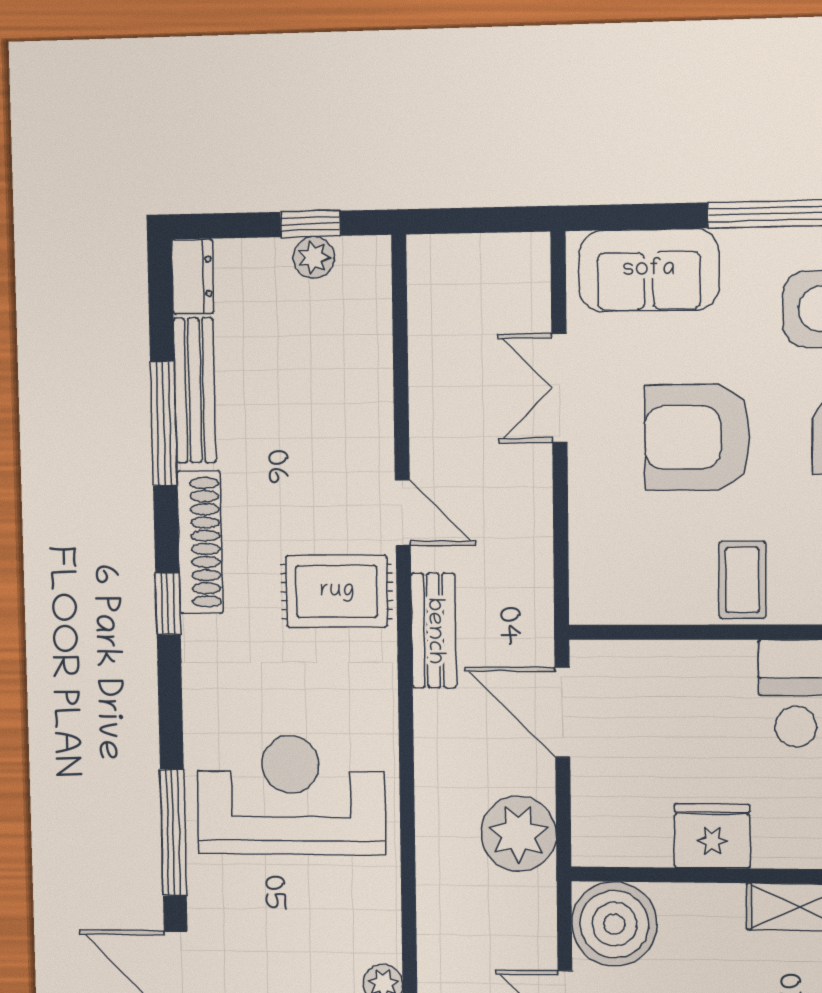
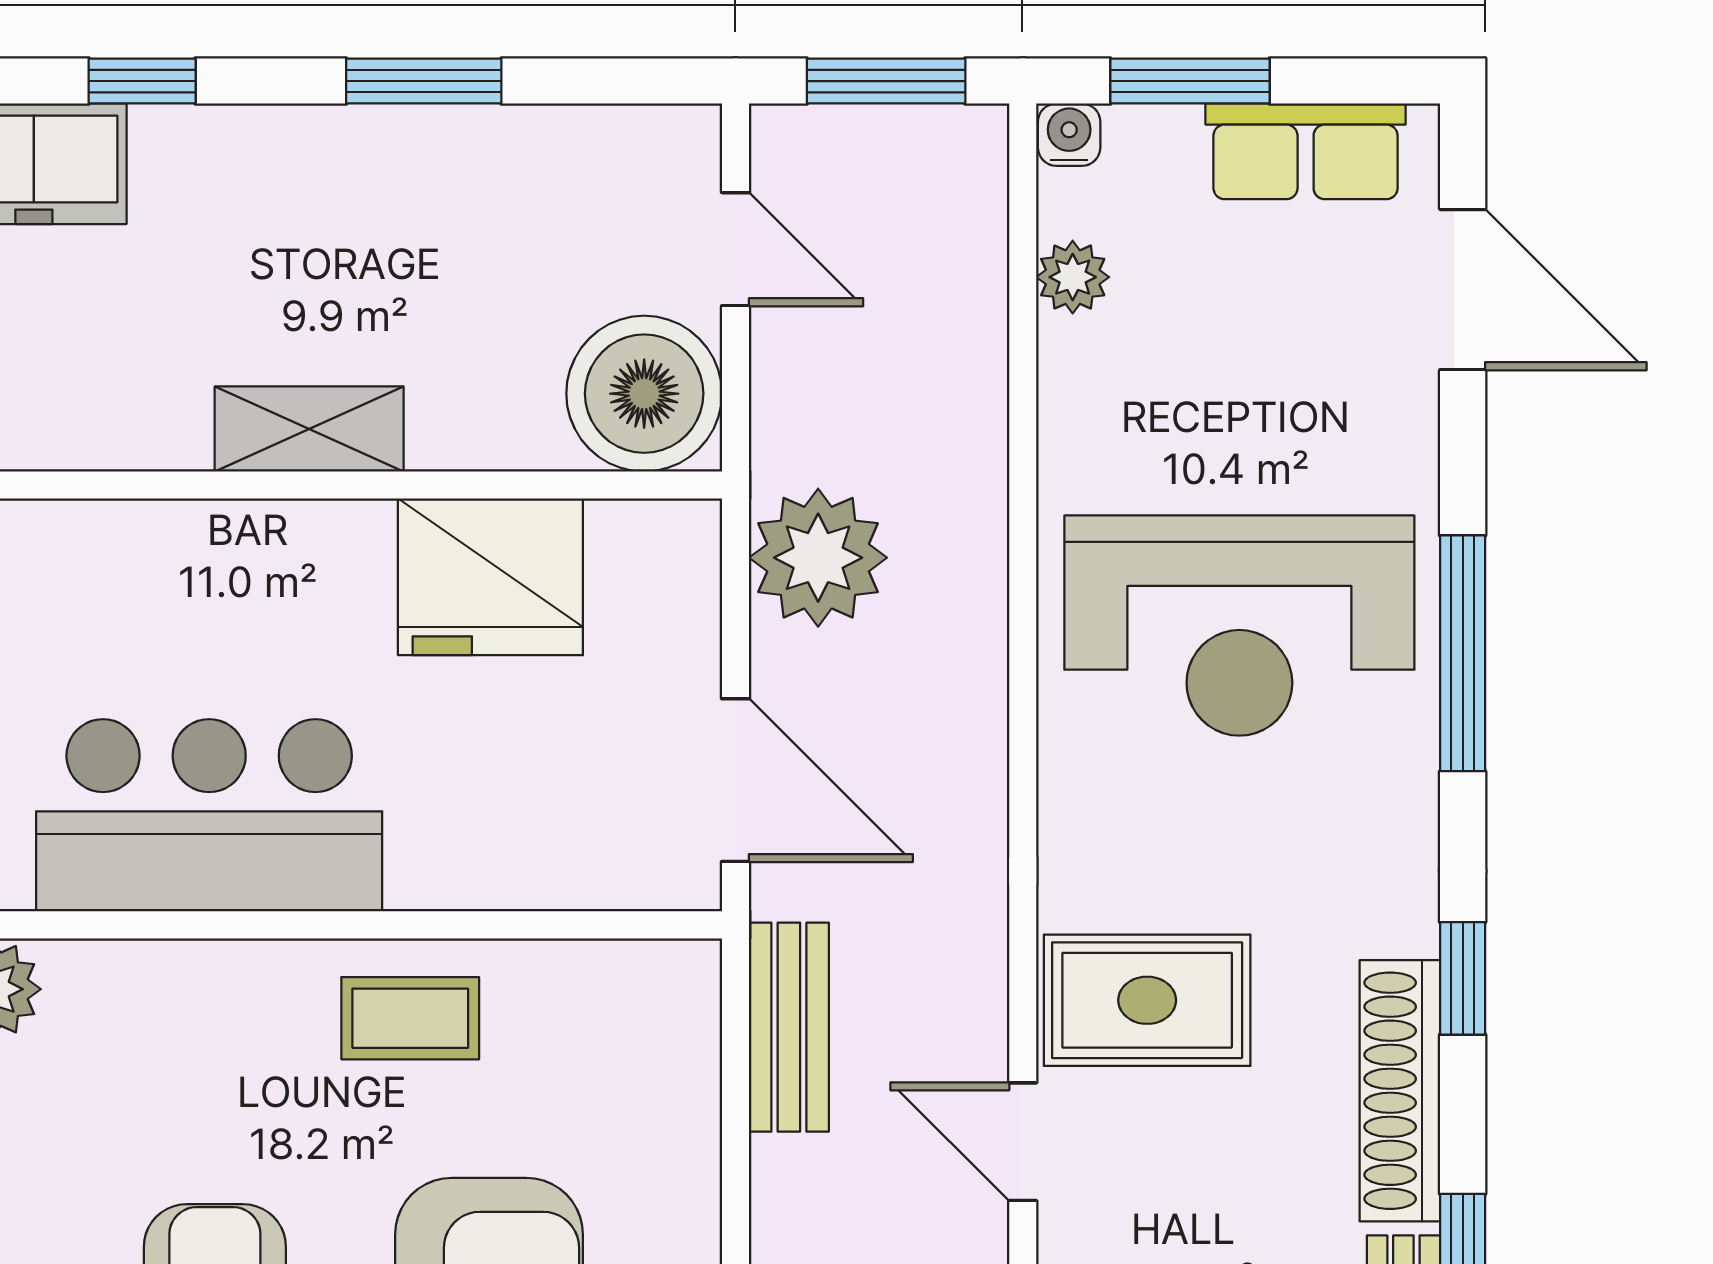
coffee table: (742, 580) -> (410, 1018), turned 90
bench: (434, 631) -> (789, 1027), moved
window: (173, 832) -> (1463, 653), moved
fridge: (712, 836) -> (490, 577), width x1.36, depth x1.34

